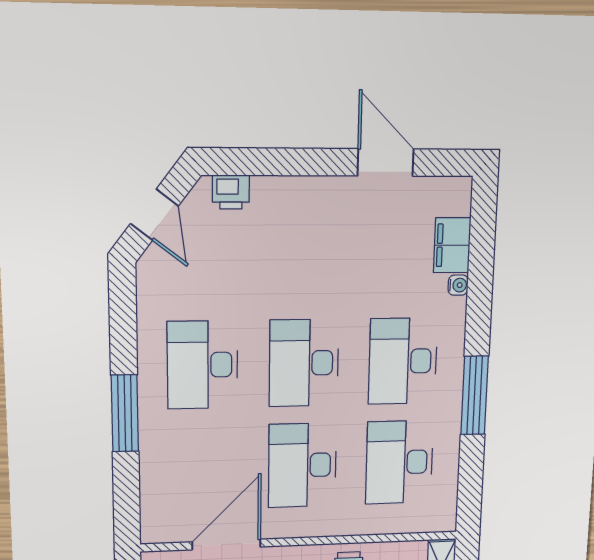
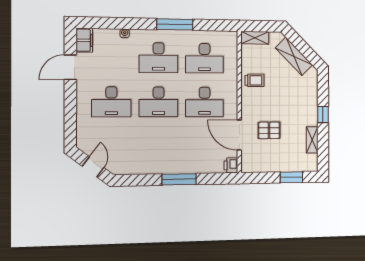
printer: (231, 192) -> (231, 165), moved, turned 180
door: (154, 215) -> (93, 167), hinge flipped
filing cabinet: (452, 245) -> (84, 40), moved, turned -90
desk: (202, 365) -> (111, 102), moved

